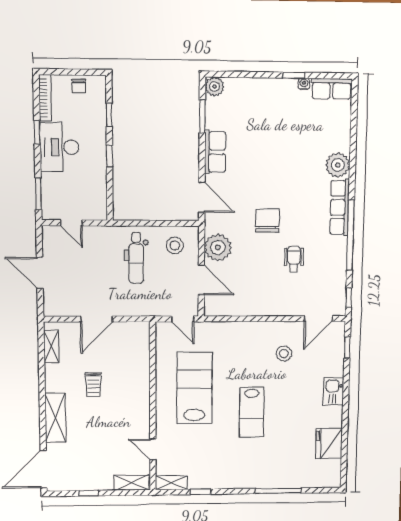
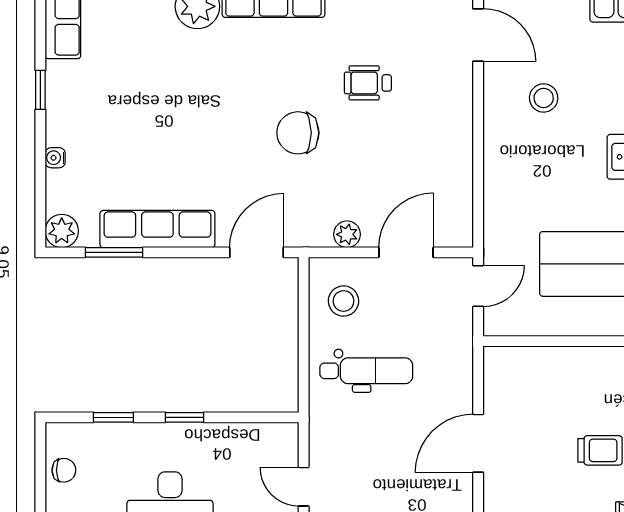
water cooler: (304, 84) -> (55, 158), moved
row of seats: (215, 152) -> (157, 229), width x1.48
door: (71, 223) -> (304, 487), swing flipped
plant: (218, 247) -> (347, 234), width x0.53, depth x0.53
door: (97, 319) -> (478, 443), swing flipped

